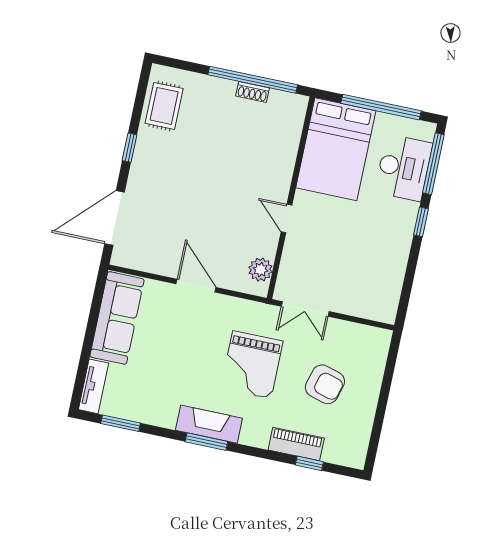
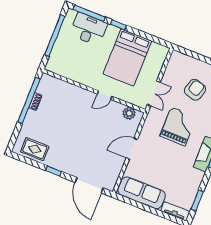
bed: (336, 149) -> (127, 57), moved, turned 90
grand piano: (252, 365) -> (178, 126), turned -90

